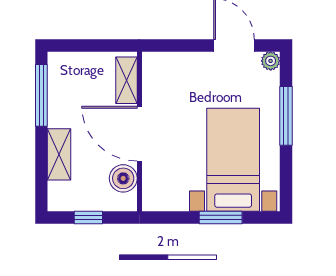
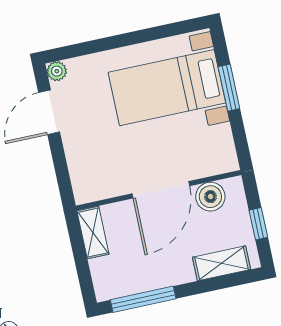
shelving: (126, 80) -> (93, 233), moved, turned 90
window: (286, 116) -> (110, 43), removed
shelving: (59, 154) -> (221, 263), moved

